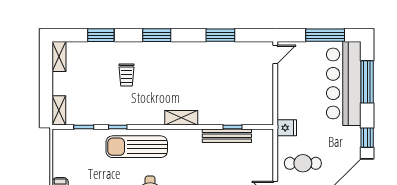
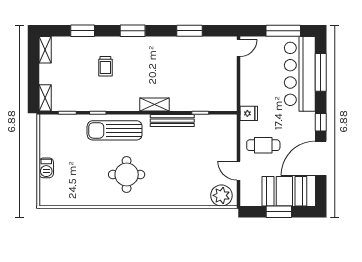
bench: (227, 136) -> (172, 121), moved

